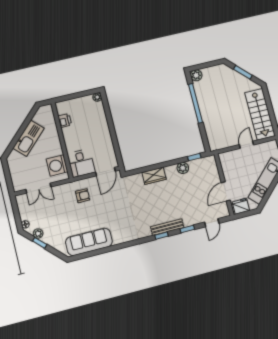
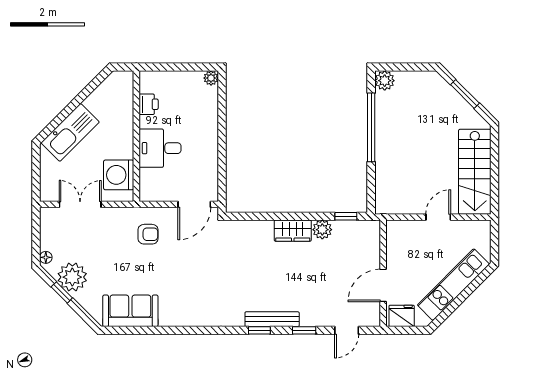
kitchen sink: (29, 138) -> (70, 132), moved
desk: (81, 163) -> (160, 148), moved, turned 90
wardrobe: (154, 176) -> (293, 231), moved
double door: (38, 188) -> (80, 204), swing flipped
plant: (38, 234) -> (72, 277), width x1.87, depth x1.87
sofa: (89, 242) -> (130, 311), width x0.73

